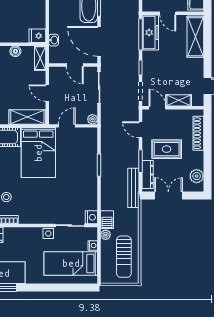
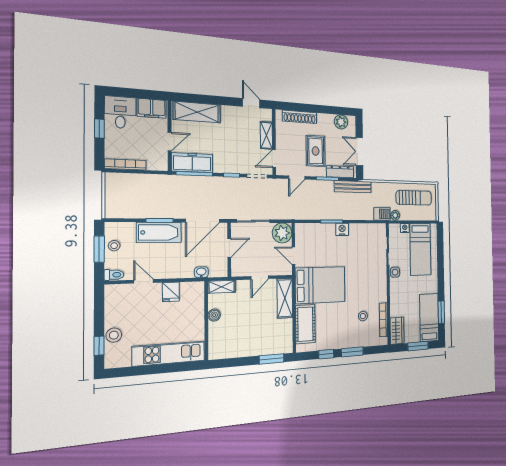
fridge: (37, 36) -> (171, 292), moved
plant: (92, 119) -> (282, 233), width x1.88, depth x1.88
nightstand: (91, 217) -> (342, 229), moved

